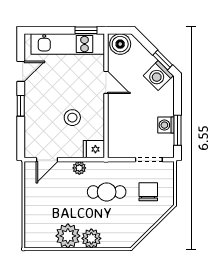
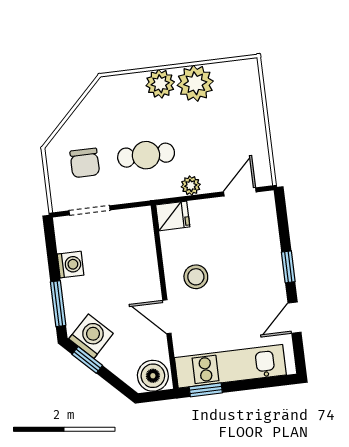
stool: (72, 118) -> (196, 277), moved
window: (177, 130) -> (58, 304), moved

